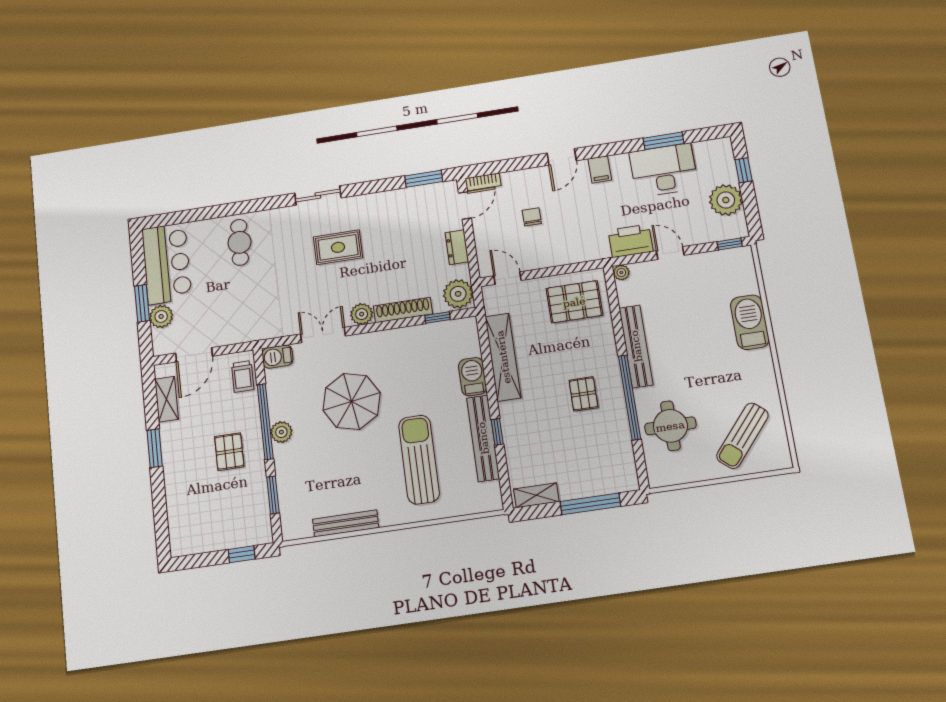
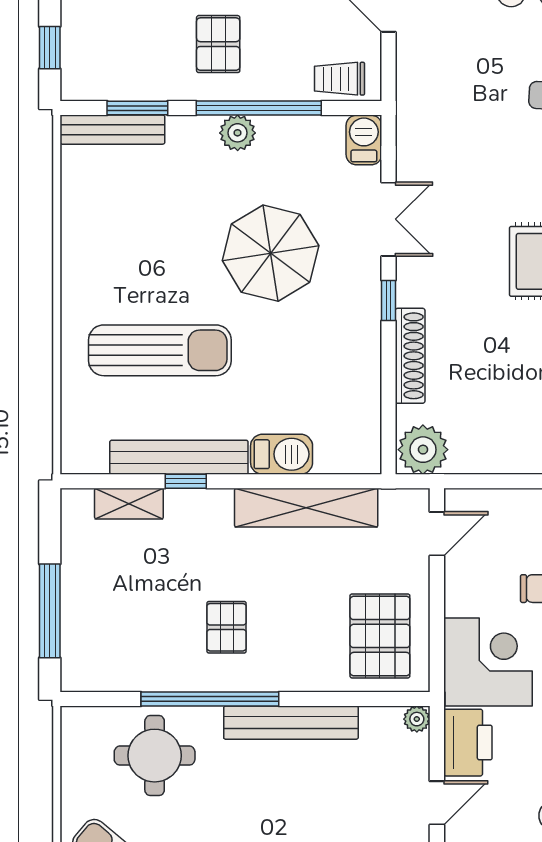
corner desk: (580, 237) -> (488, 662), added
dresser: (457, 247) -> (503, 458), removed
plant: (362, 314) -> (414, 287), removed
window: (437, 318) -> (388, 301), moved
pallet: (583, 394) -> (227, 627), turned 90
pallet: (229, 452) -> (218, 44), turned 90
shelving: (536, 495) -> (129, 504), moved, turned 90
bench: (346, 523) -> (112, 130), moved, turned 90

